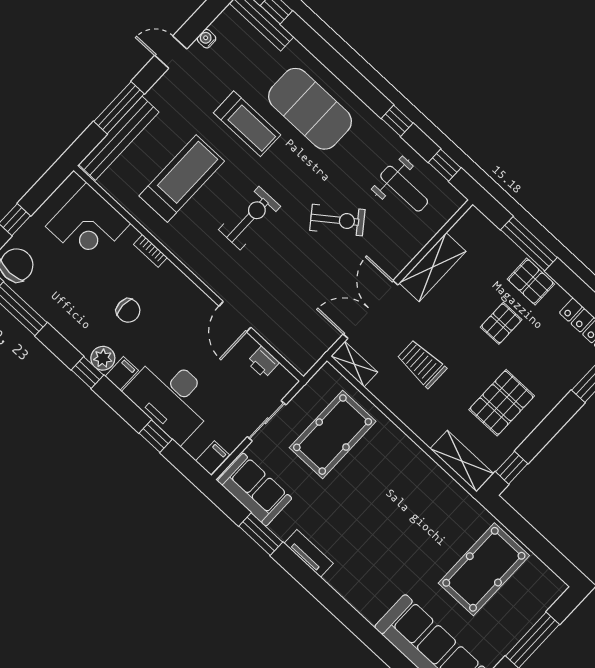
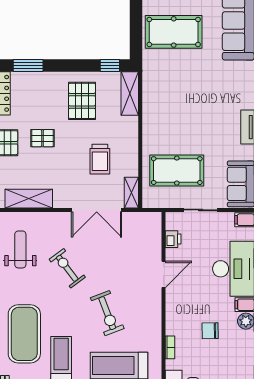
exercise bike: (250, 218) -> (107, 313), turned -111
shelving: (433, 267) -> (29, 199), moved
chair: (128, 310) -> (210, 331), turned -91
pallet: (502, 403) -> (82, 101), turned 90

